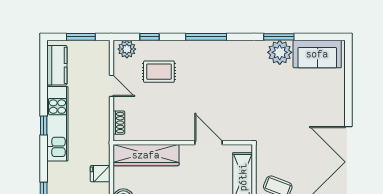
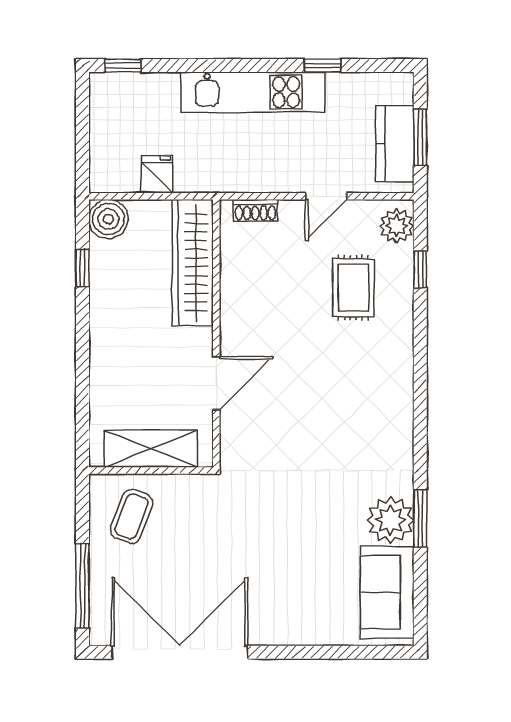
window: (206, 37) -> (420, 378), removed
kitchen counter: (57, 65) -> (395, 144), moved, turned 90
window: (44, 125) -> (322, 66), moved

